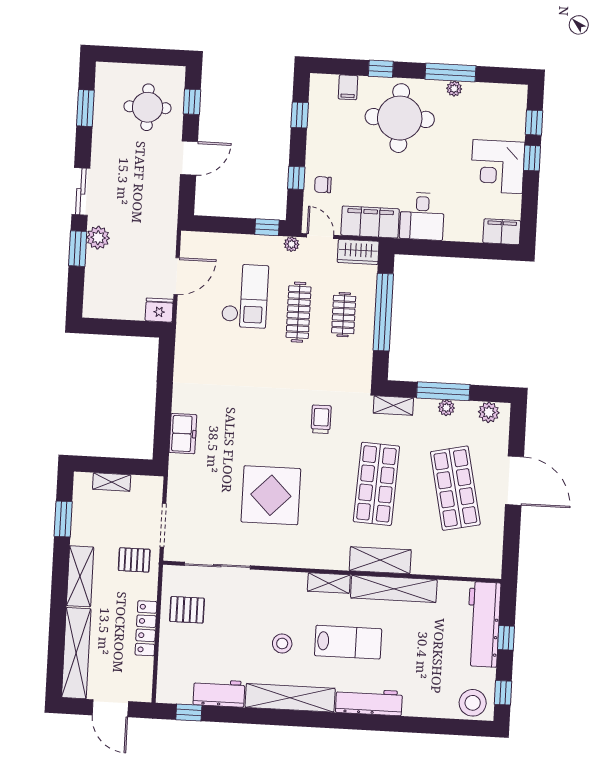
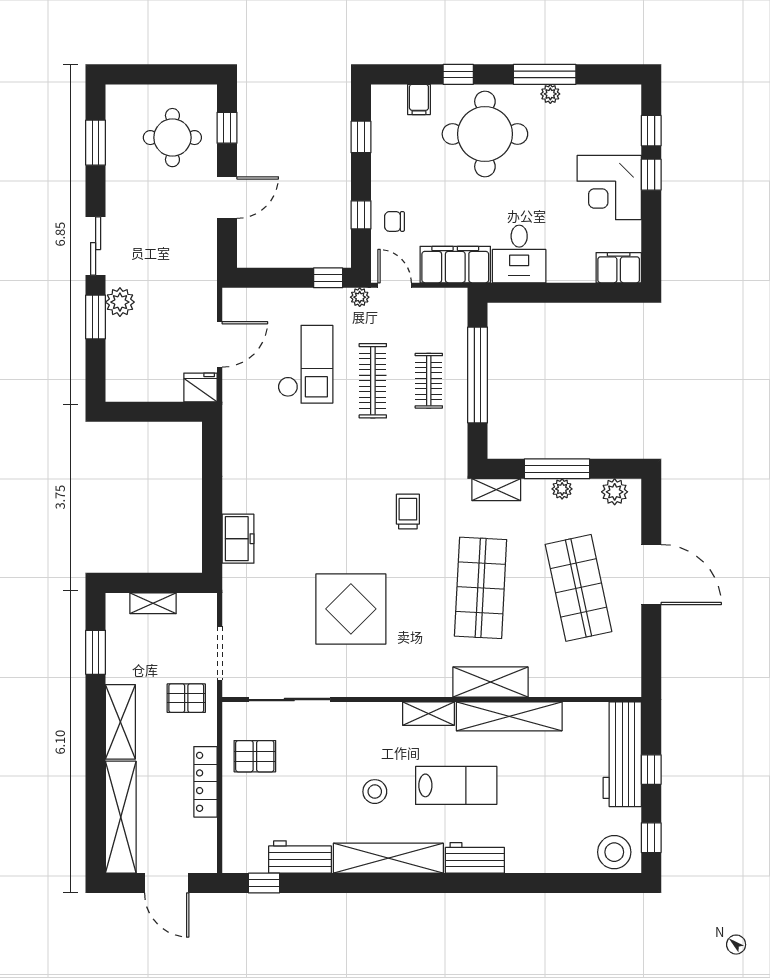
wardrobe: (358, 252) -> (443, 302), removed
workbench: (369, 702) -> (475, 858), width x0.73

